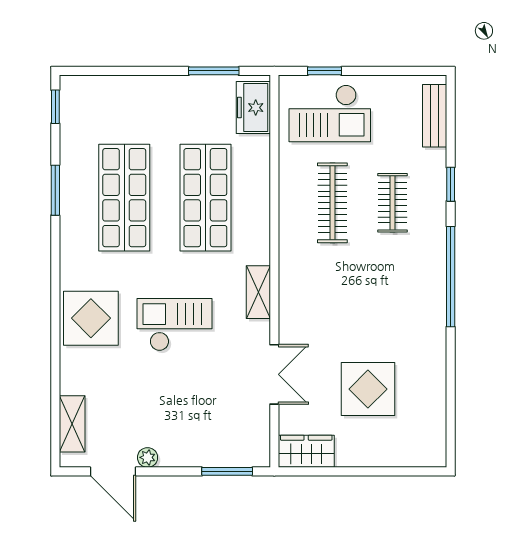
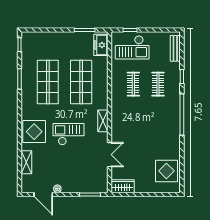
clothes rail: (332, 203) -> (133, 84), width x0.73
display table: (368, 389) -> (166, 171), moved
shelving: (72, 424) -> (26, 162), moved

